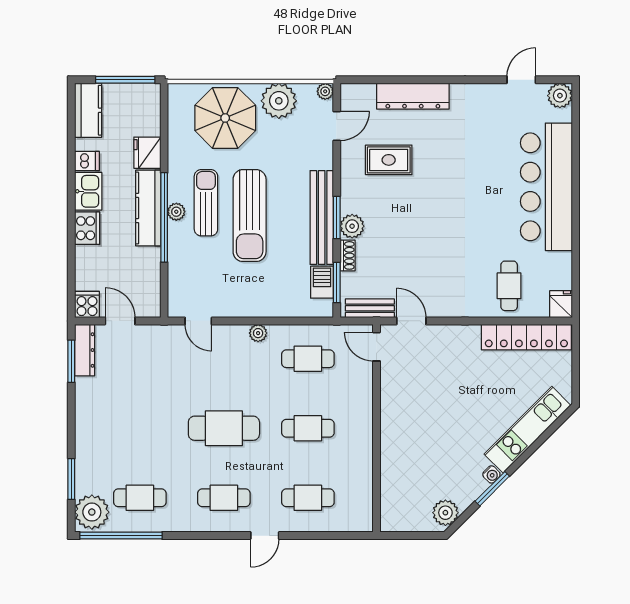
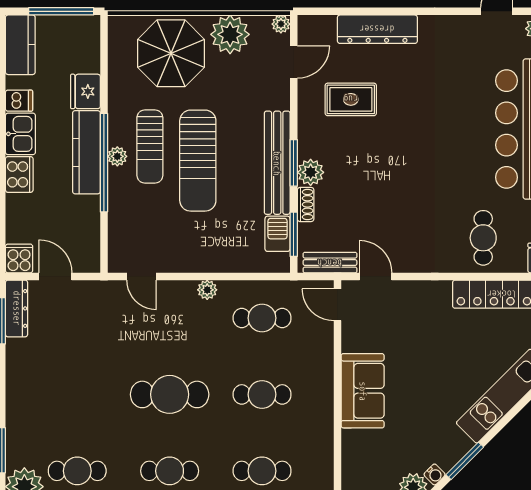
sun lounger: (206, 203) -> (150, 146), turned 180
sofa: (399, 425) -> (363, 391), added
water cooler: (491, 474) -> (435, 474), moved

